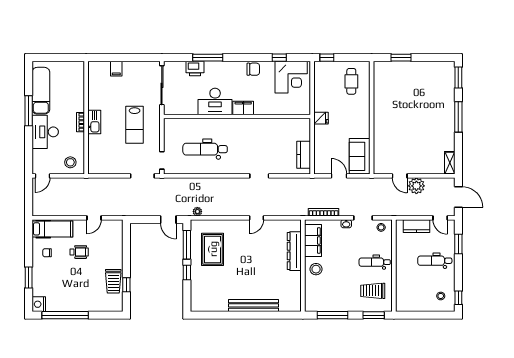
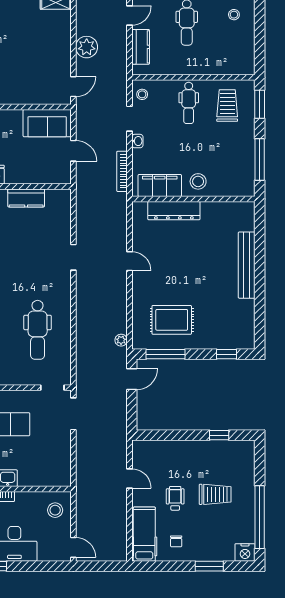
kitchen counter: (304, 155) -> (26, 198), moved
door: (339, 176) -> (73, 151), swing flipped
door: (400, 176) -> (73, 87), moved
window: (187, 273) -> (226, 354), moved
trolley: (113, 281) -> (215, 494), moved
trolley: (373, 291) -> (227, 106), turned 180

